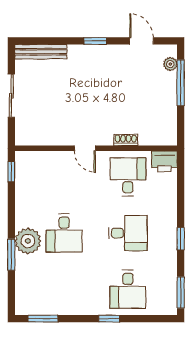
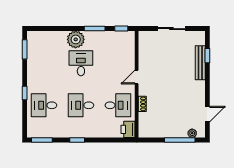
window: (95, 41) -> (207, 56), moved
bench: (41, 52) -> (200, 63), moved
desk: (64, 233) -> (81, 63), turned 90
desk: (128, 233) -> (81, 105), turned 90
window: (11, 255) -> (95, 29), moved

